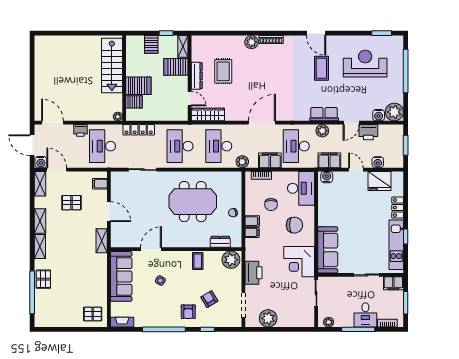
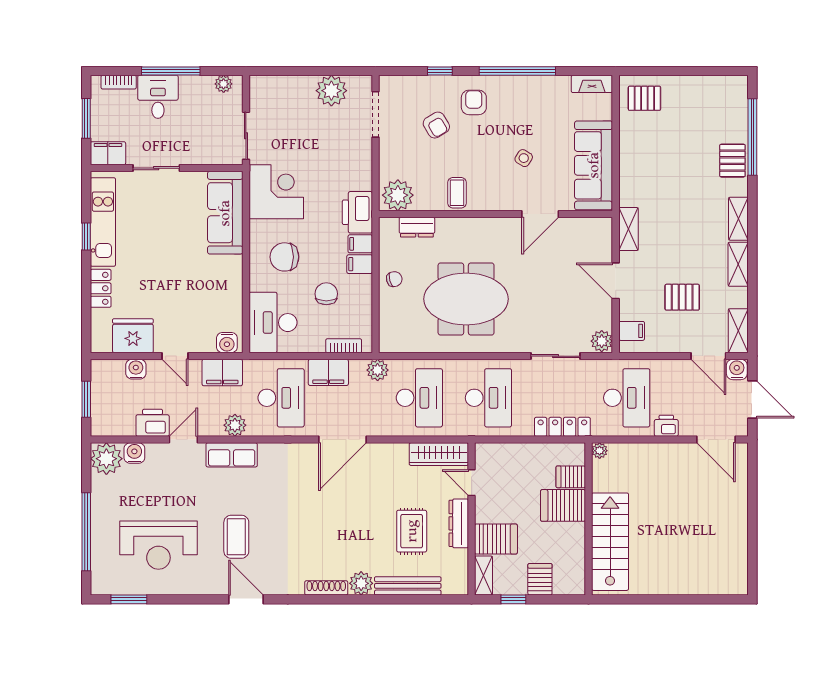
bench: (225, 41) -> (408, 586), added
plant: (117, 178) -> (602, 341), added
printer: (254, 273) -> (357, 212), moved

